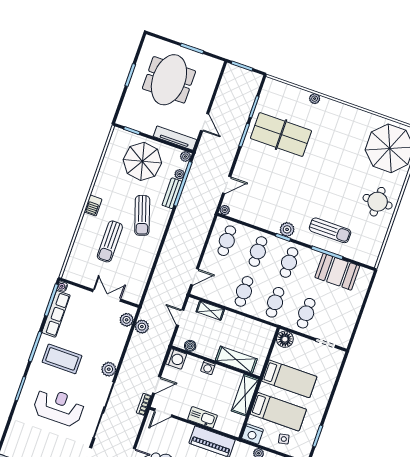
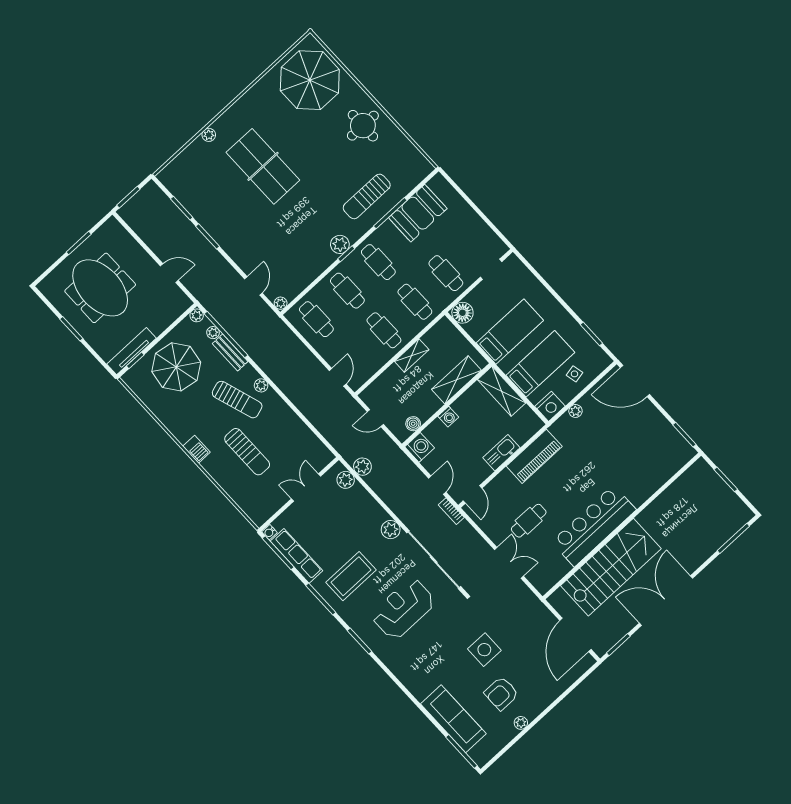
table tennis table: (281, 135) -> (263, 166), moved, turned 90
tv unit: (175, 138) -> (132, 351), moved
plant: (161, 227) -> (261, 385), added
sun lounger: (330, 230) -> (367, 196), turned 180
shelving: (210, 311) -> (412, 356), moved

